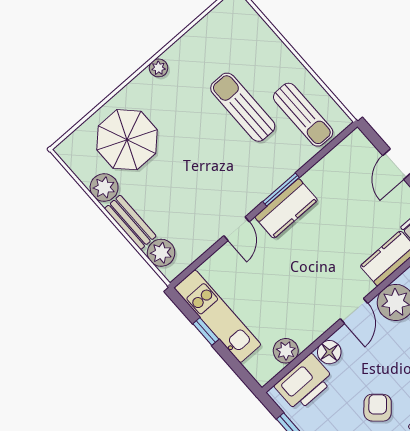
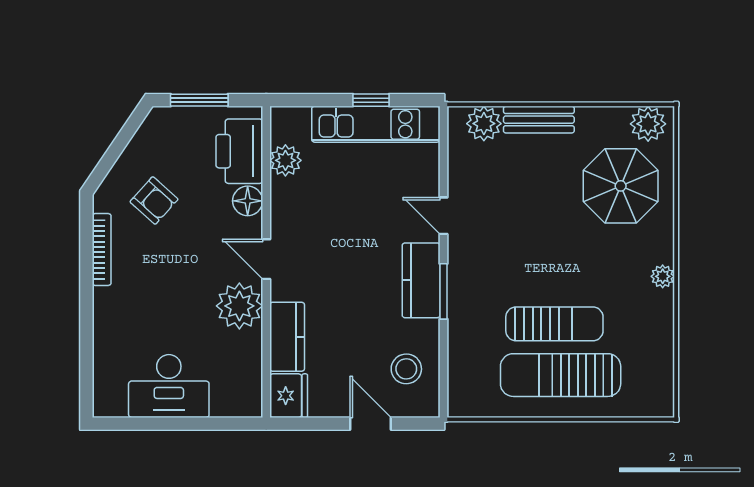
sun lounger: (303, 115) -> (561, 375), moved, width x1.36, depth x1.34
stool: (346, 171) -> (406, 369), added
plant: (104, 188) -> (648, 124), moved

